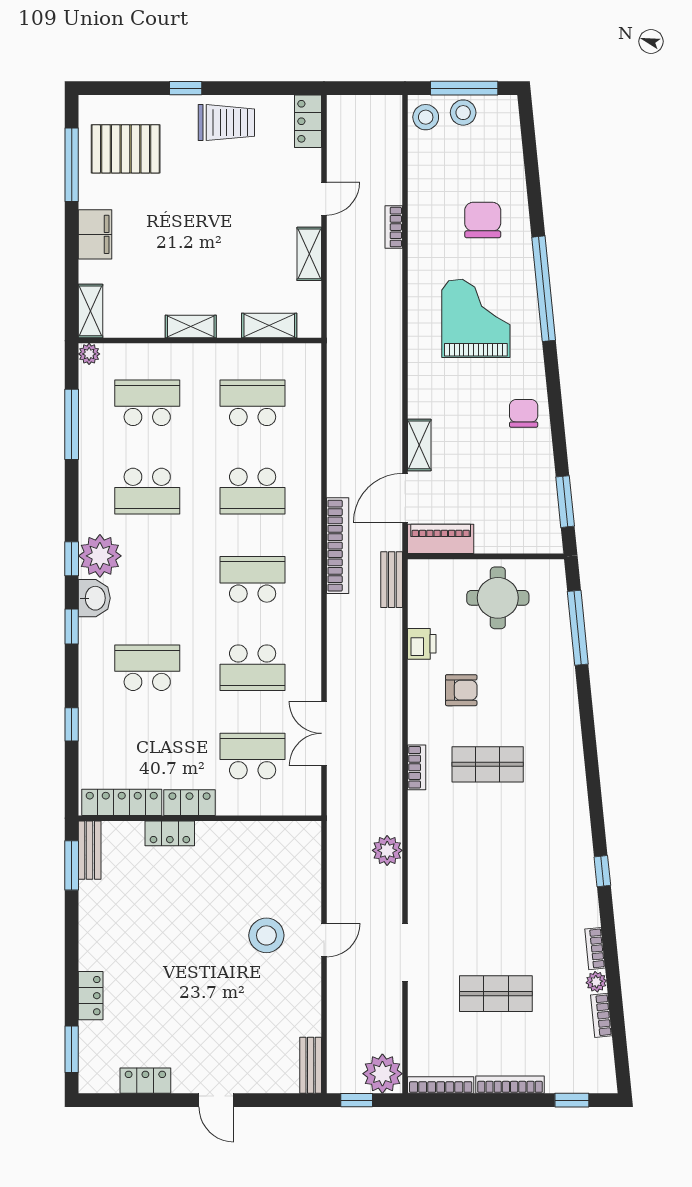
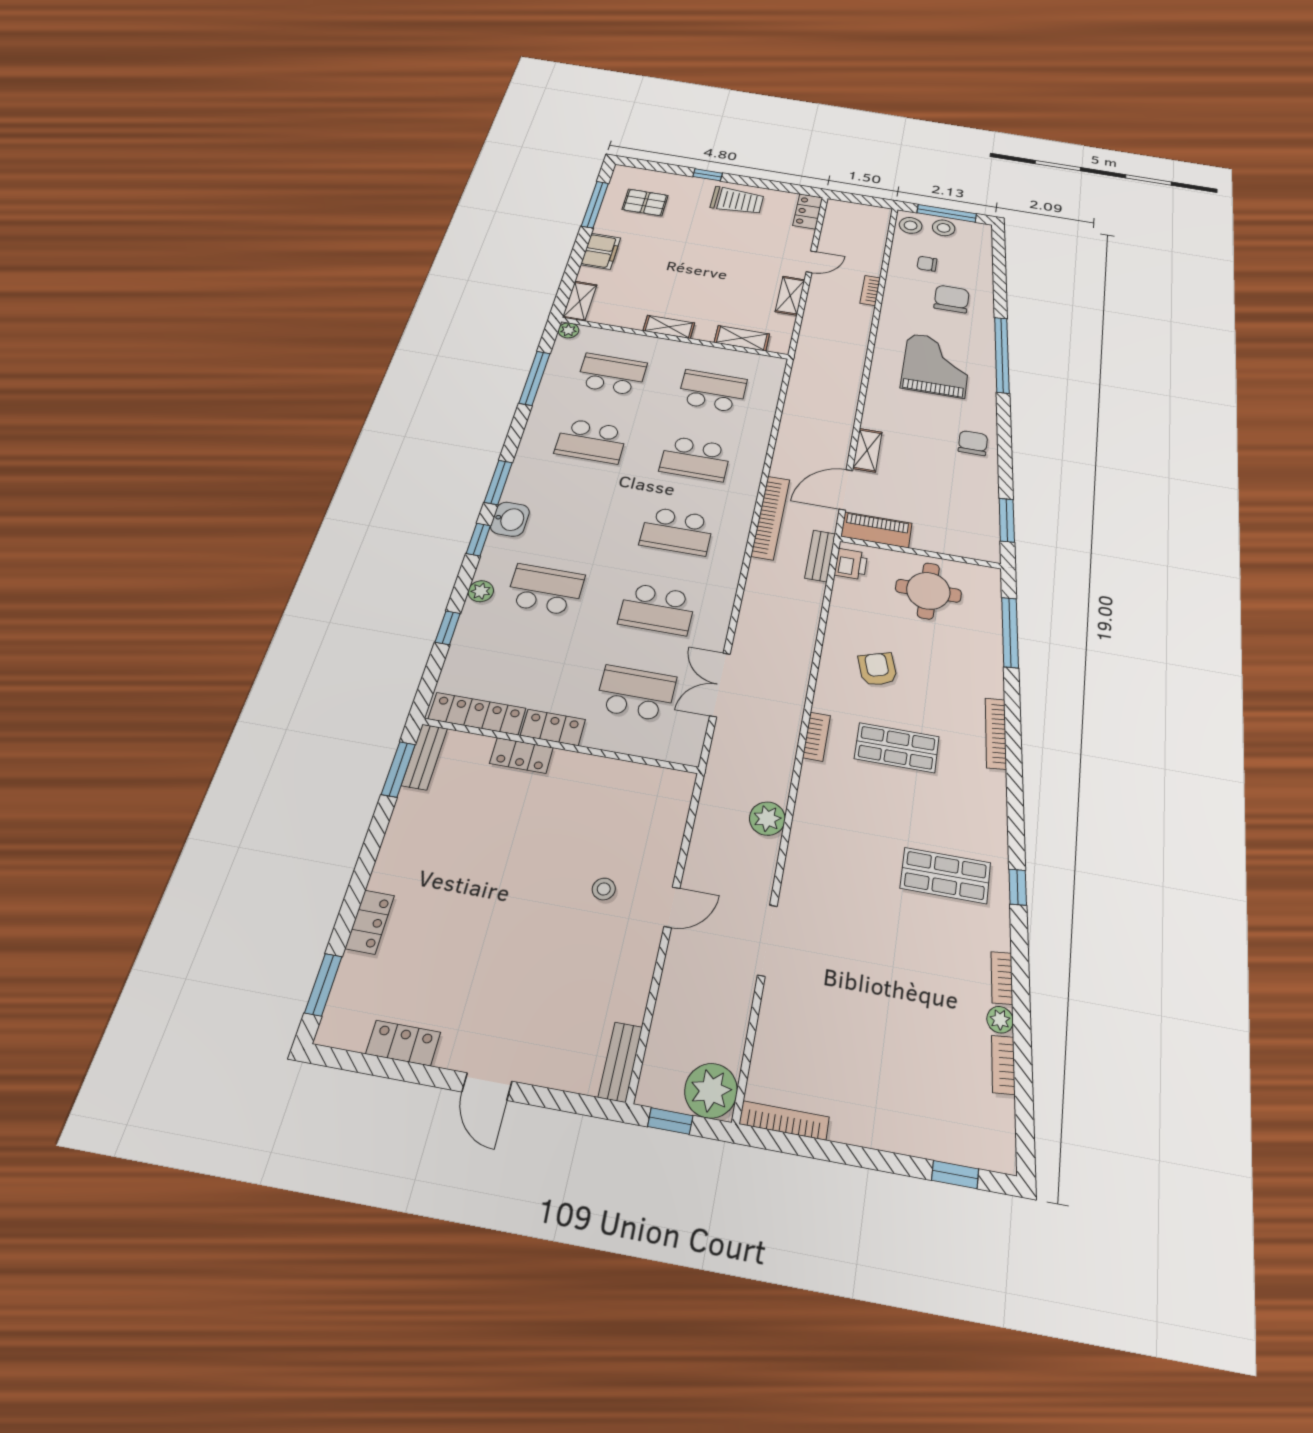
pallet: (126, 149) -> (645, 202), width x0.67, depth x0.71
chair: (451, 173) -> (927, 264), added
plant: (100, 556) -> (481, 591), moved, width x0.53, depth x0.53
window: (72, 559) -> (498, 482), width x1.50
school desk: (253, 579) -> (677, 531), turned 180
printer: (422, 644) -> (851, 564), moved
armchair: (461, 690) -> (878, 669), turned -108
stool: (266, 935) -> (604, 889), width x0.53, depth x0.53
shop shelf: (496, 994) -> (945, 875), moved
bookcase: (510, 1085) -> (996, 733), moved, turned -96

